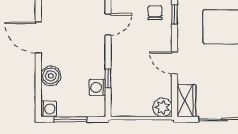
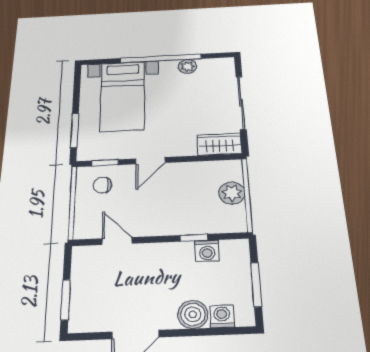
door: (174, 63) -> (150, 161), moved
plant: (162, 107) -> (232, 193), moved
washing machine: (49, 109) -> (222, 316), moved

